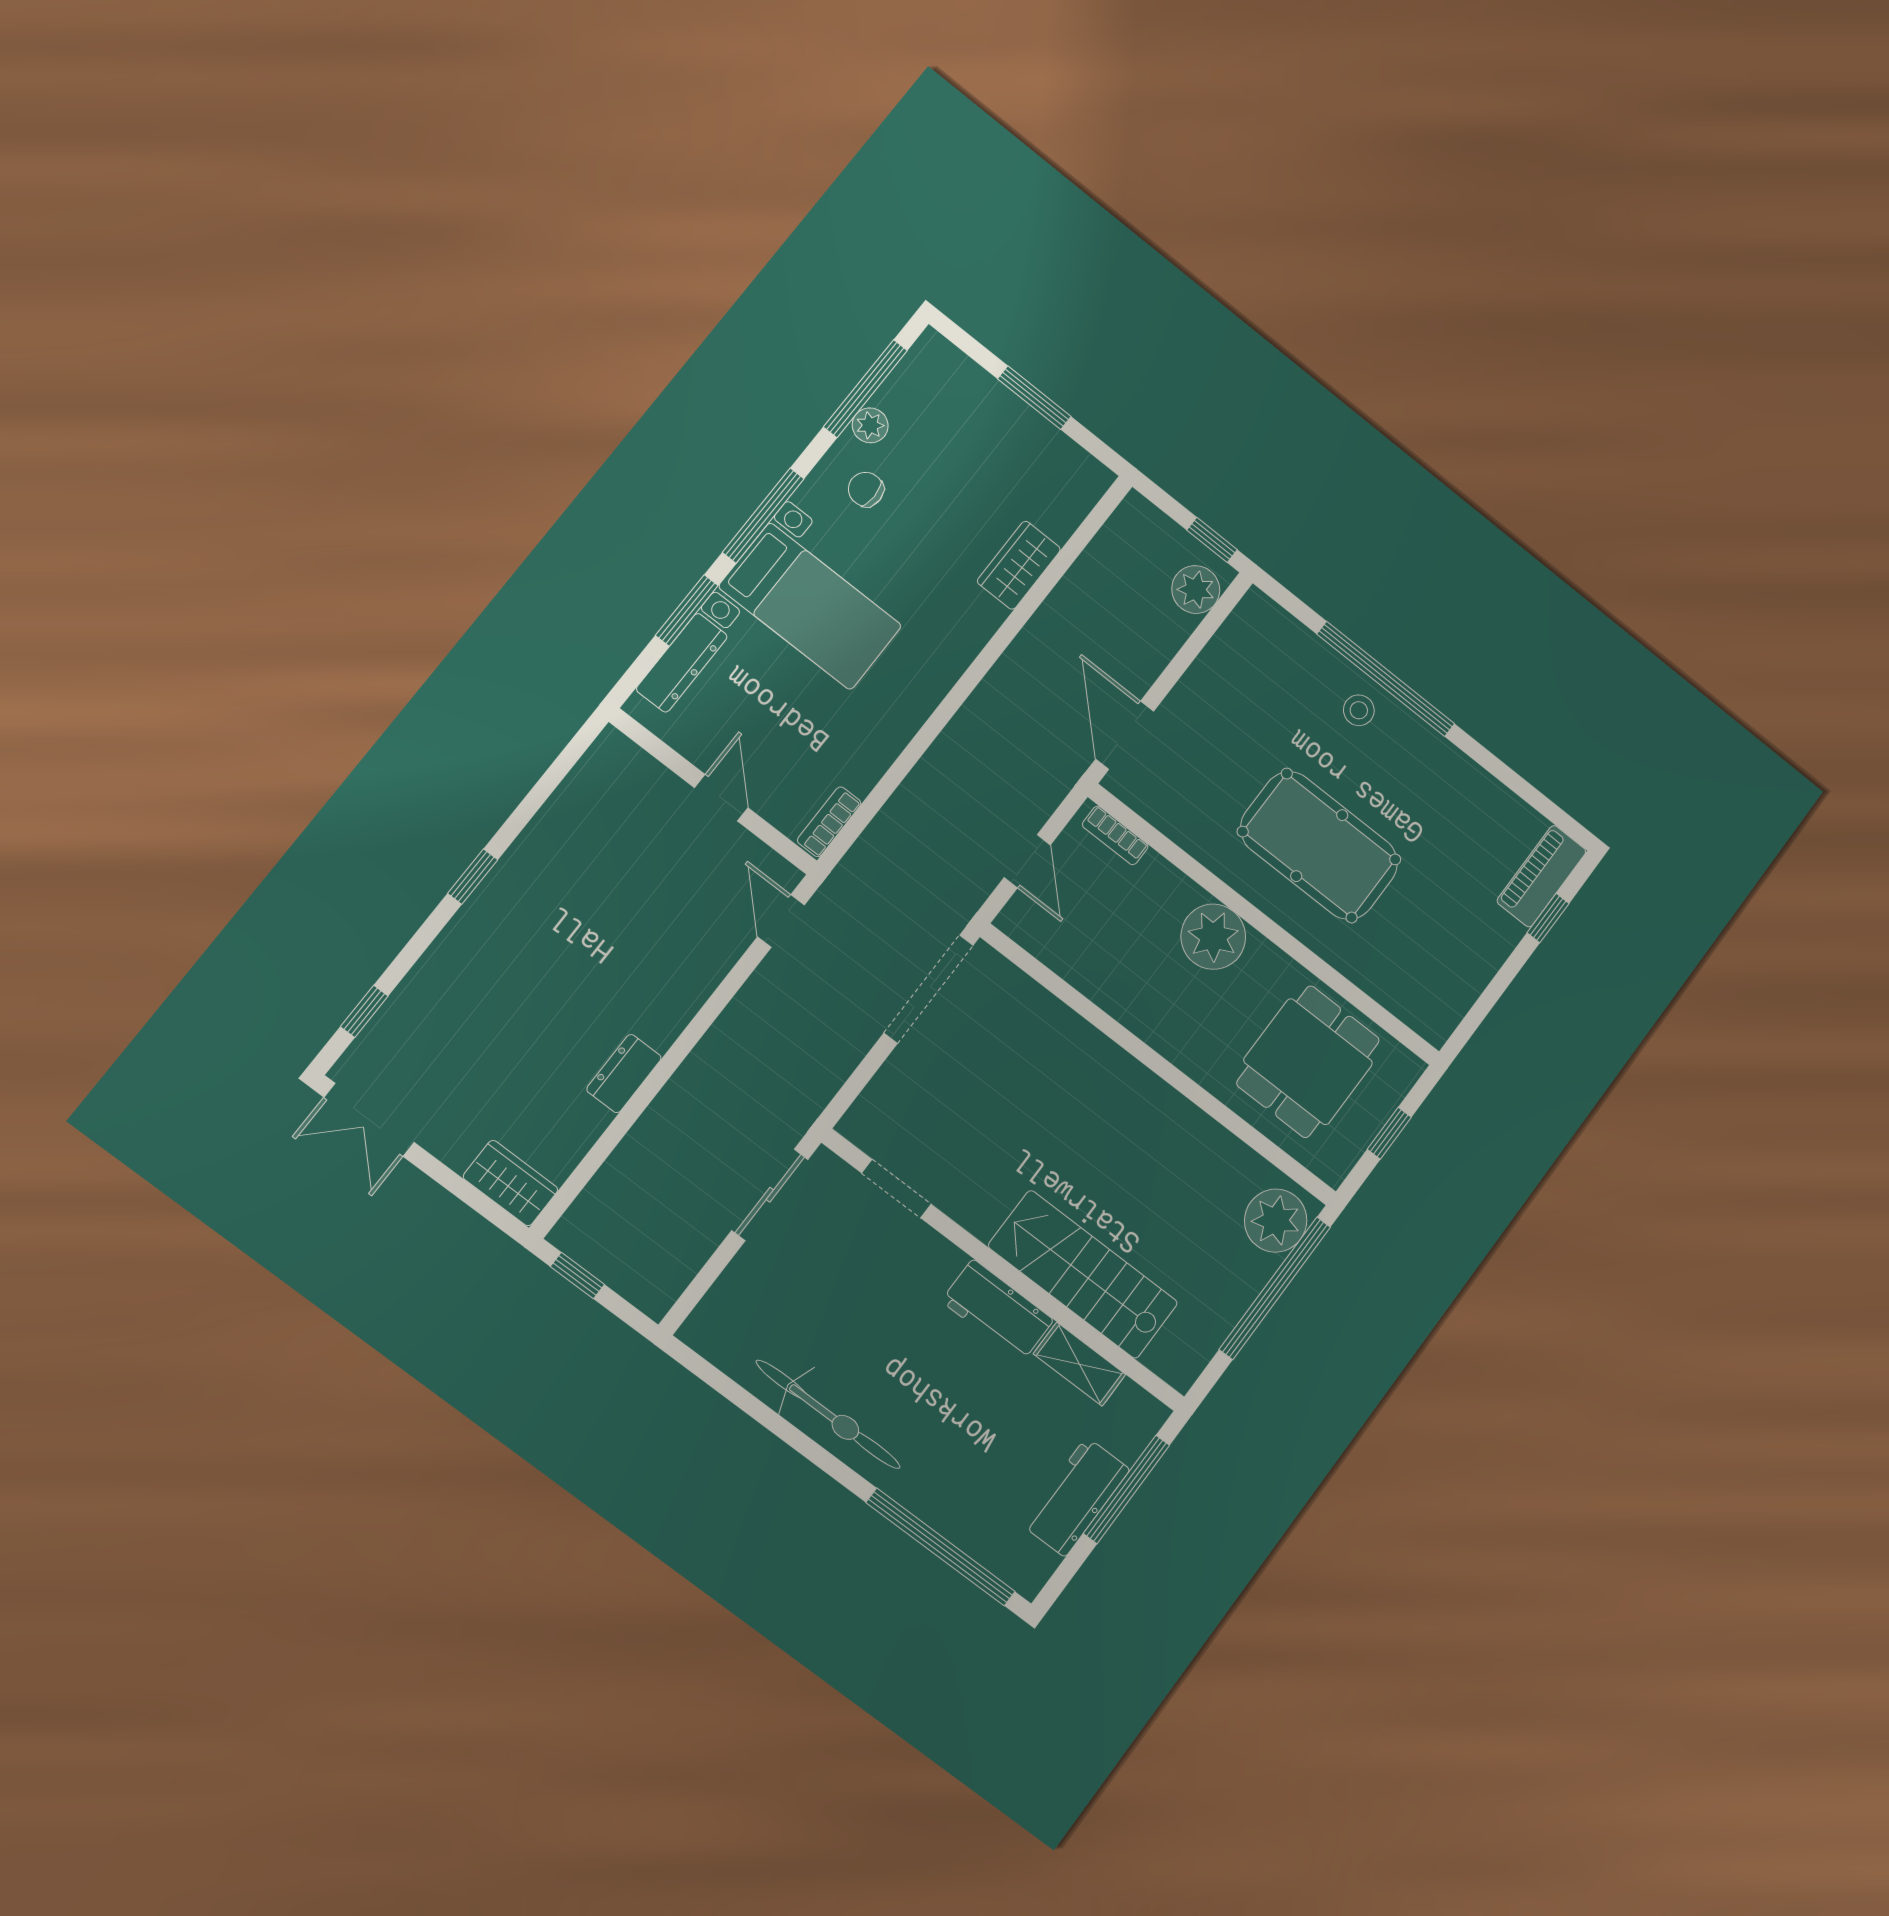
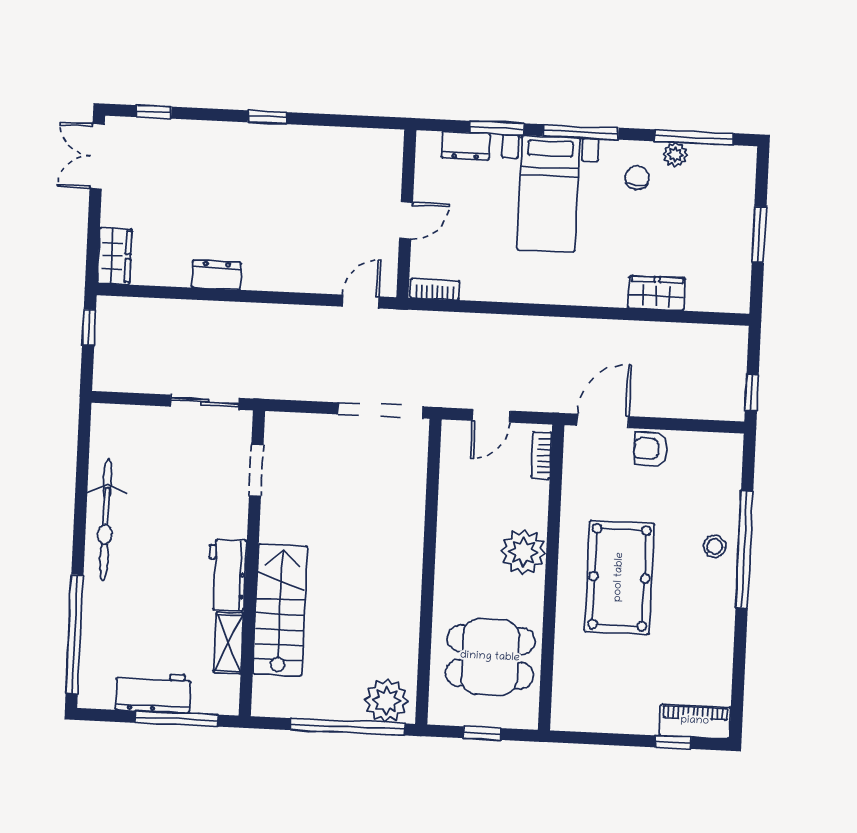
plant: (1196, 590) -> (716, 403), removed
dresser: (682, 663) -> (466, 146), width x0.70
armchair: (1196, 703) -> (651, 449), added

